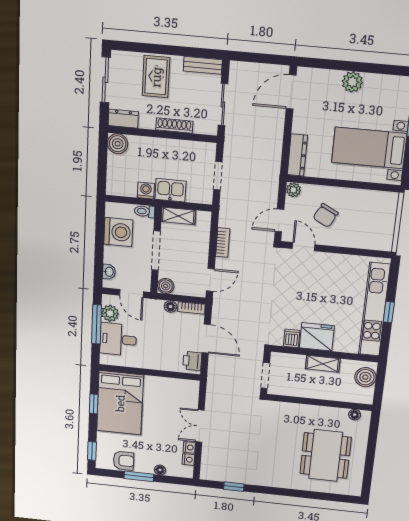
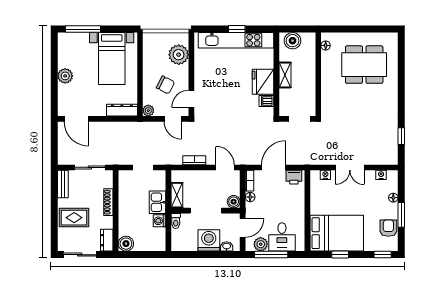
washing machine: (118, 232) -> (209, 240), moved
plant: (364, 236) -> (179, 55), added
nightstand: (189, 447) -> (325, 175), moved

